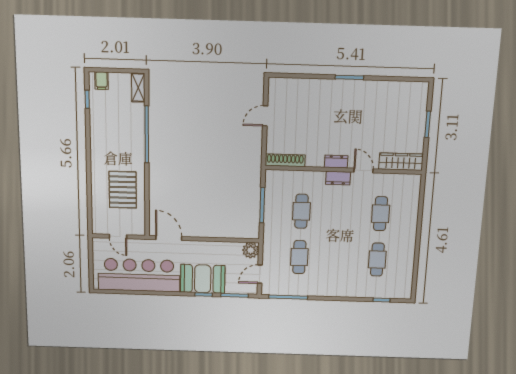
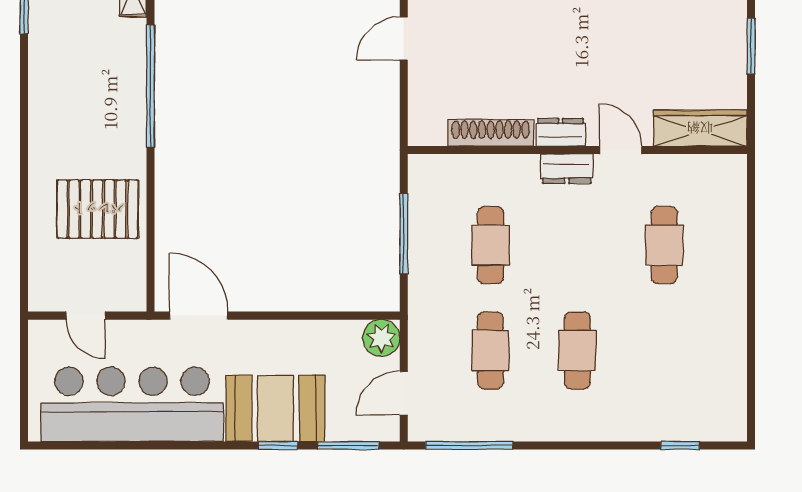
shoe rack: (285, 160) -> (491, 133), moved
pallet: (123, 190) -> (98, 209), turned 90
cafe table: (377, 260) -> (577, 350), moved

